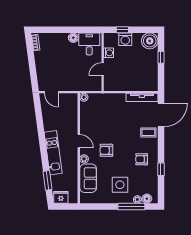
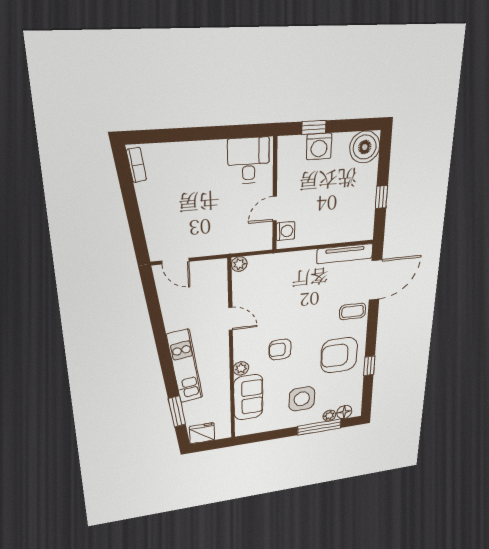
floor lamp: (73, 38) -> (216, 150), removed
washing machine: (109, 53) -> (286, 231), moved
window: (161, 57) -> (381, 197), moved
door: (79, 141) -> (231, 319), moved
armchair: (142, 159) -> (339, 355), width x1.88, depth x1.88

